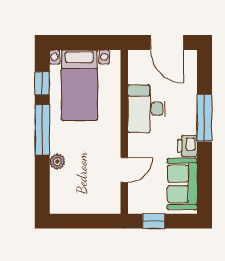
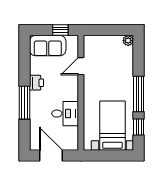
desk: (147, 109) -> (65, 114), width x0.73
plant: (57, 162) -> (128, 41), moved
sofa: (182, 184) -> (48, 46), moved, turned 90

